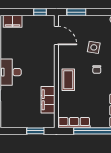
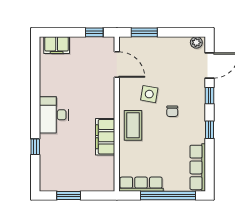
side table: (94, 47) -> (149, 94), moved
filing cabinet: (48, 100) -> (105, 137), moved
window: (35, 131) -> (69, 195), moved

